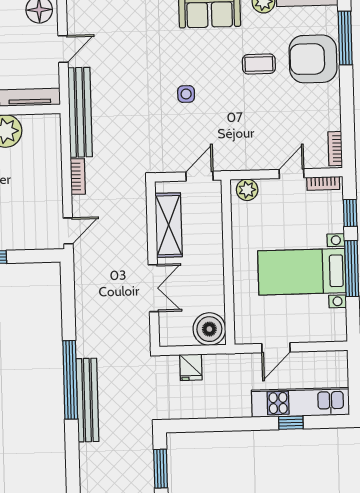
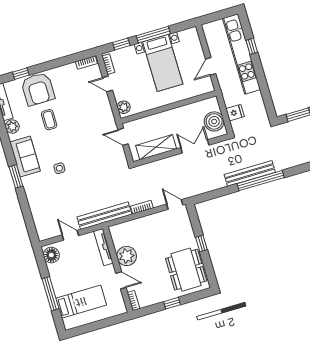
window: (345, 38) -> (21, 74), width x0.46
side table: (186, 94) -> (59, 168), moved
boiler: (209, 329) -> (214, 121), moved
door: (276, 348) -> (211, 66), swing flipped
bench: (87, 400) -> (250, 173), moved
kitchen unit: (300, 402) -> (242, 54), width x1.36

